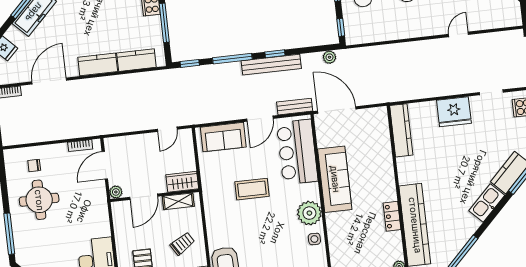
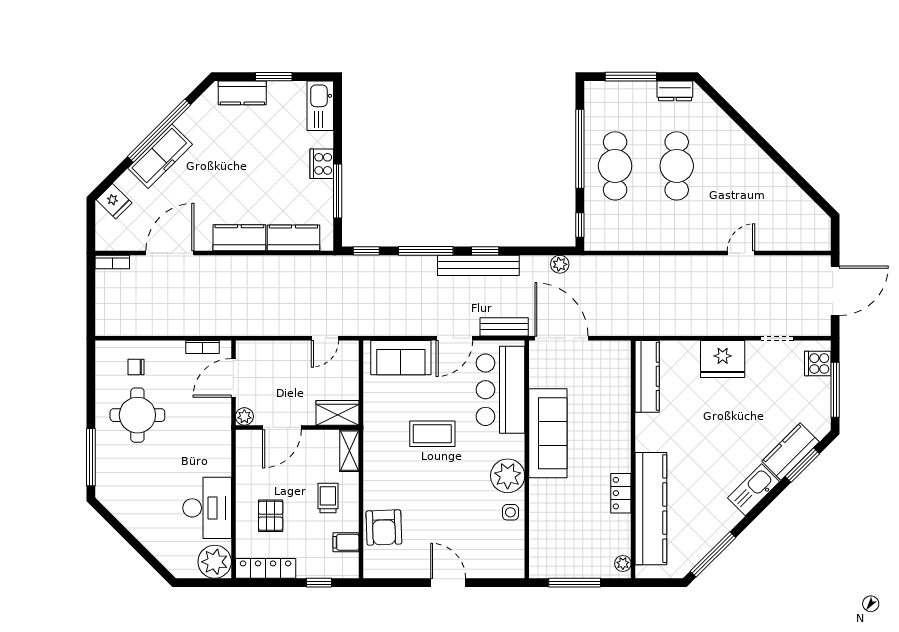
shelving: (178, 201) -> (349, 451), moved, turned 90
trolley: (182, 244) -> (328, 498), turned -58

